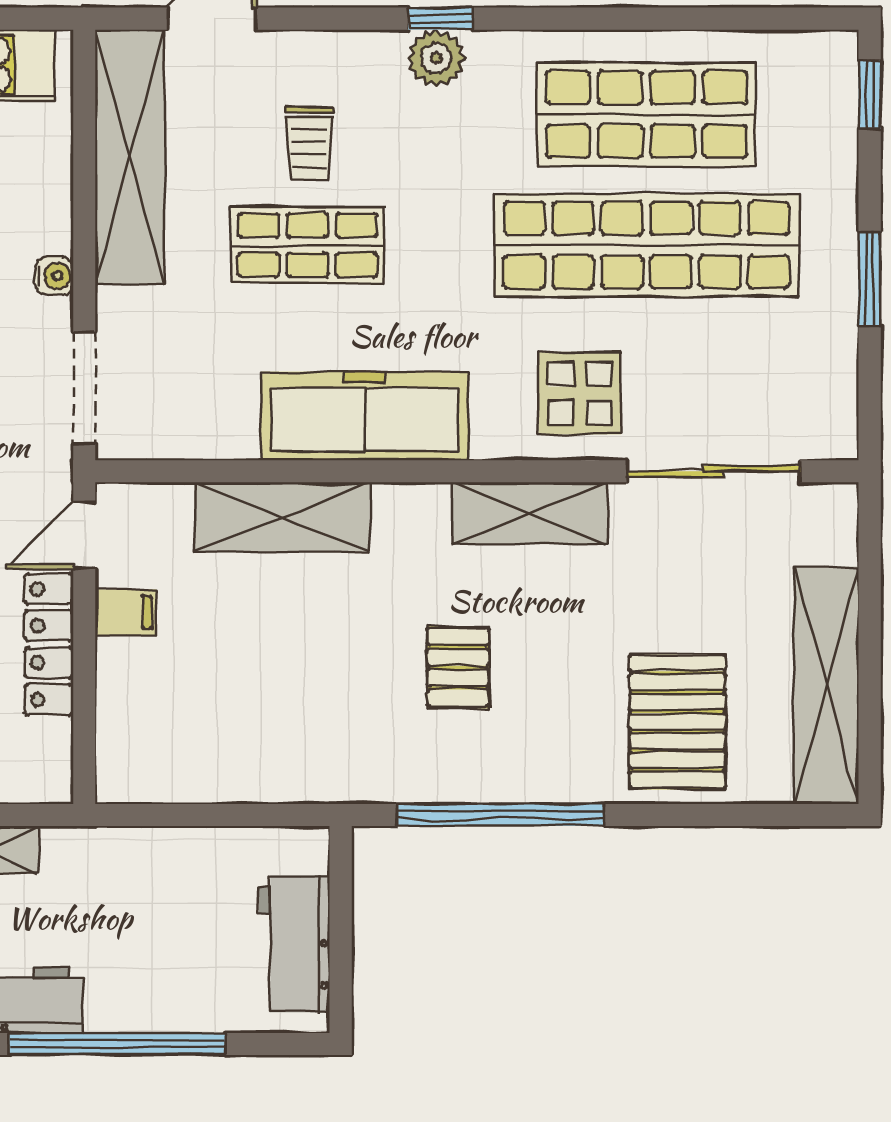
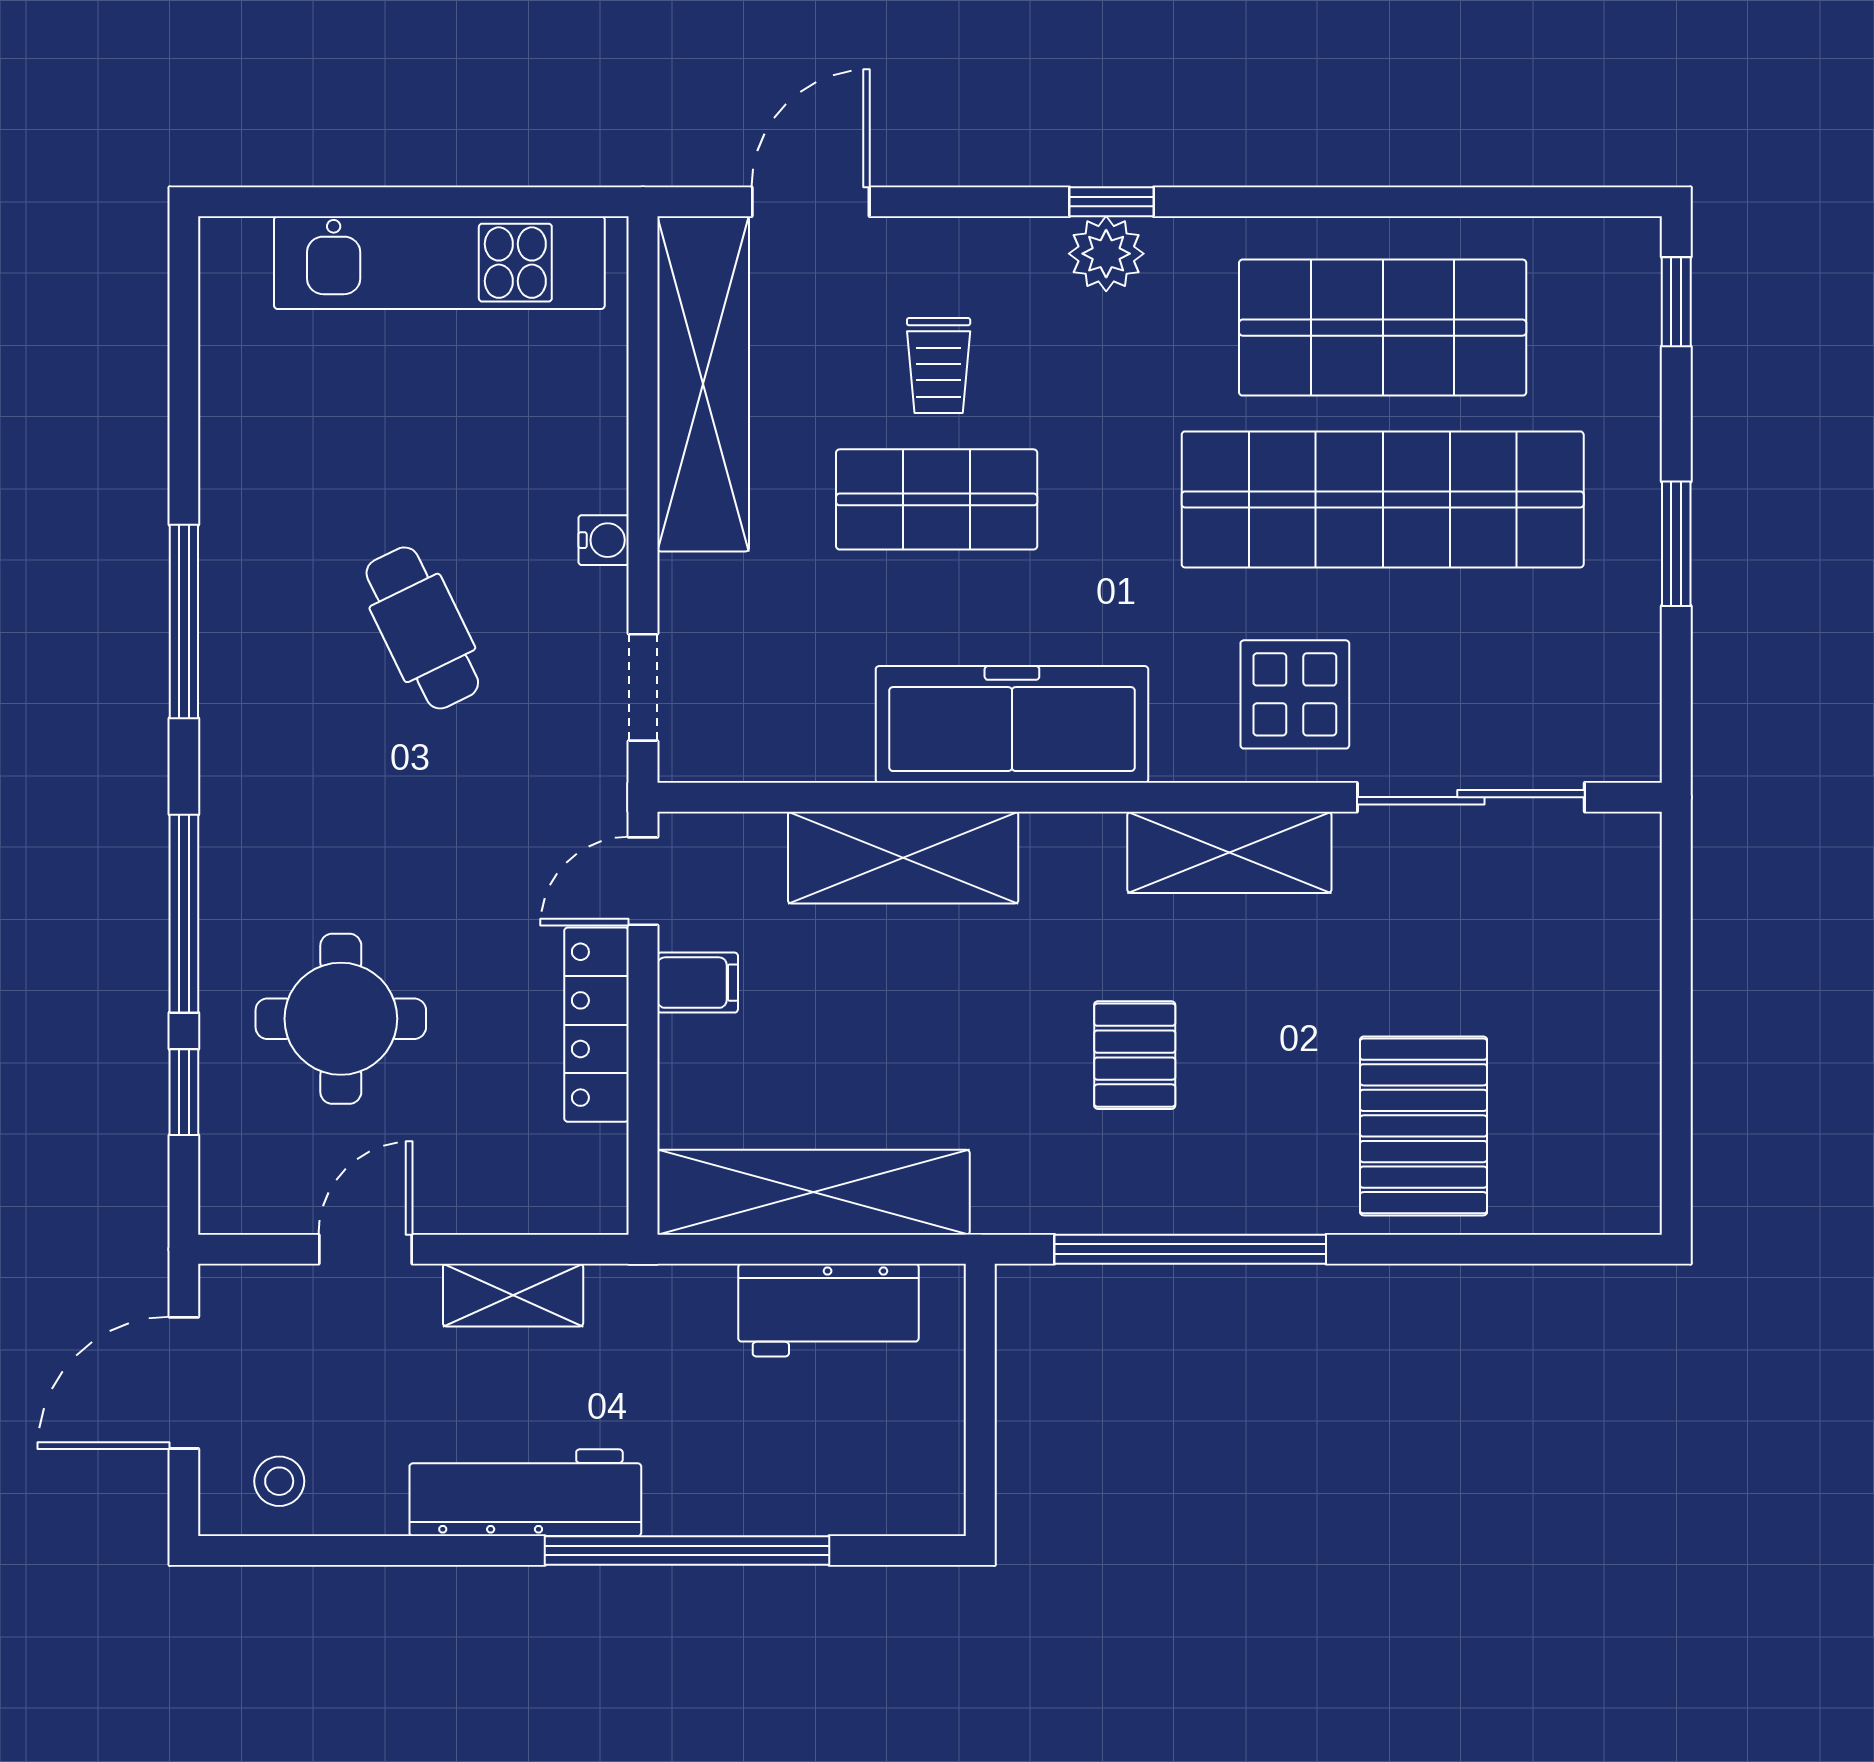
doorway: (84, 388) -> (643, 687), width x0.73
shelving: (826, 685) -> (814, 1192), moved, turned 90
workbench: (294, 944) -> (828, 1310), moved, turned -90

